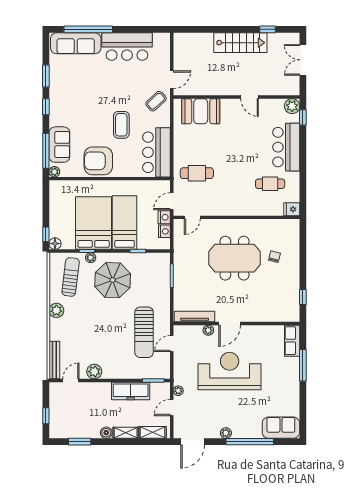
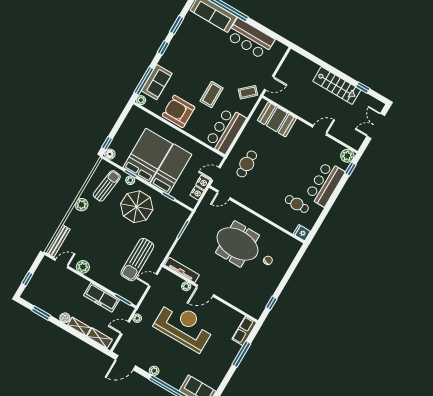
door: (250, 97) -> (320, 130), swing flipped
cafe table: (197, 173) -> (247, 164), turned 90

